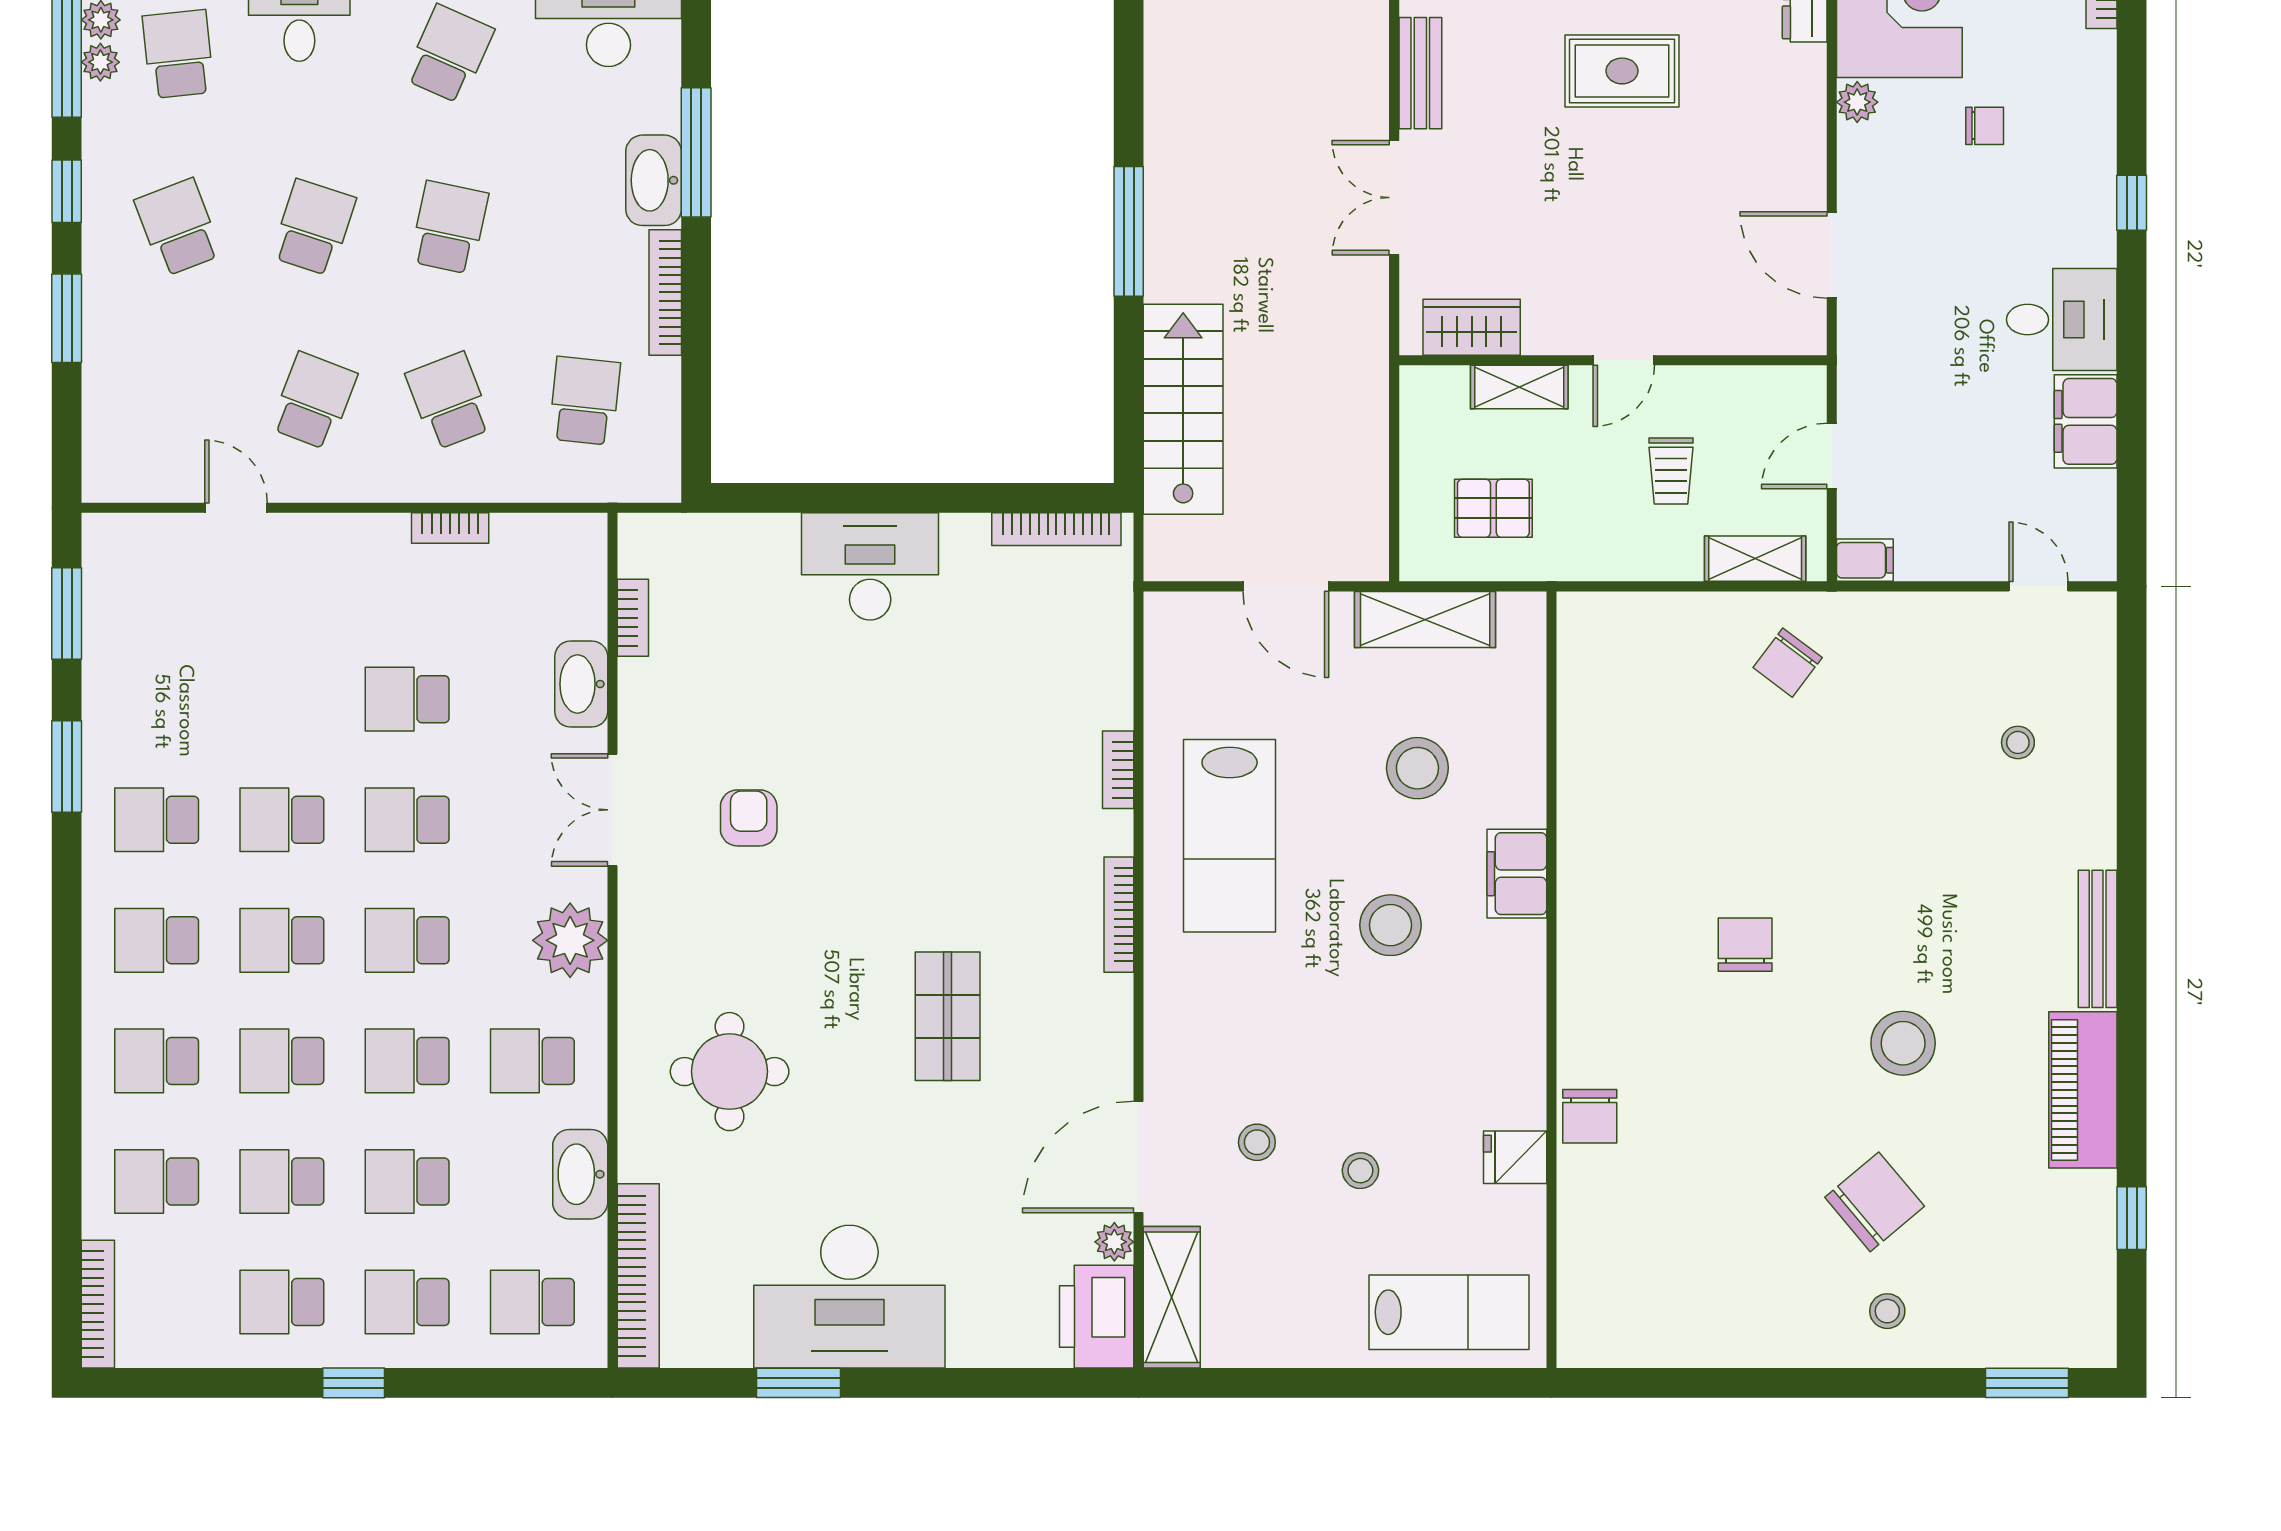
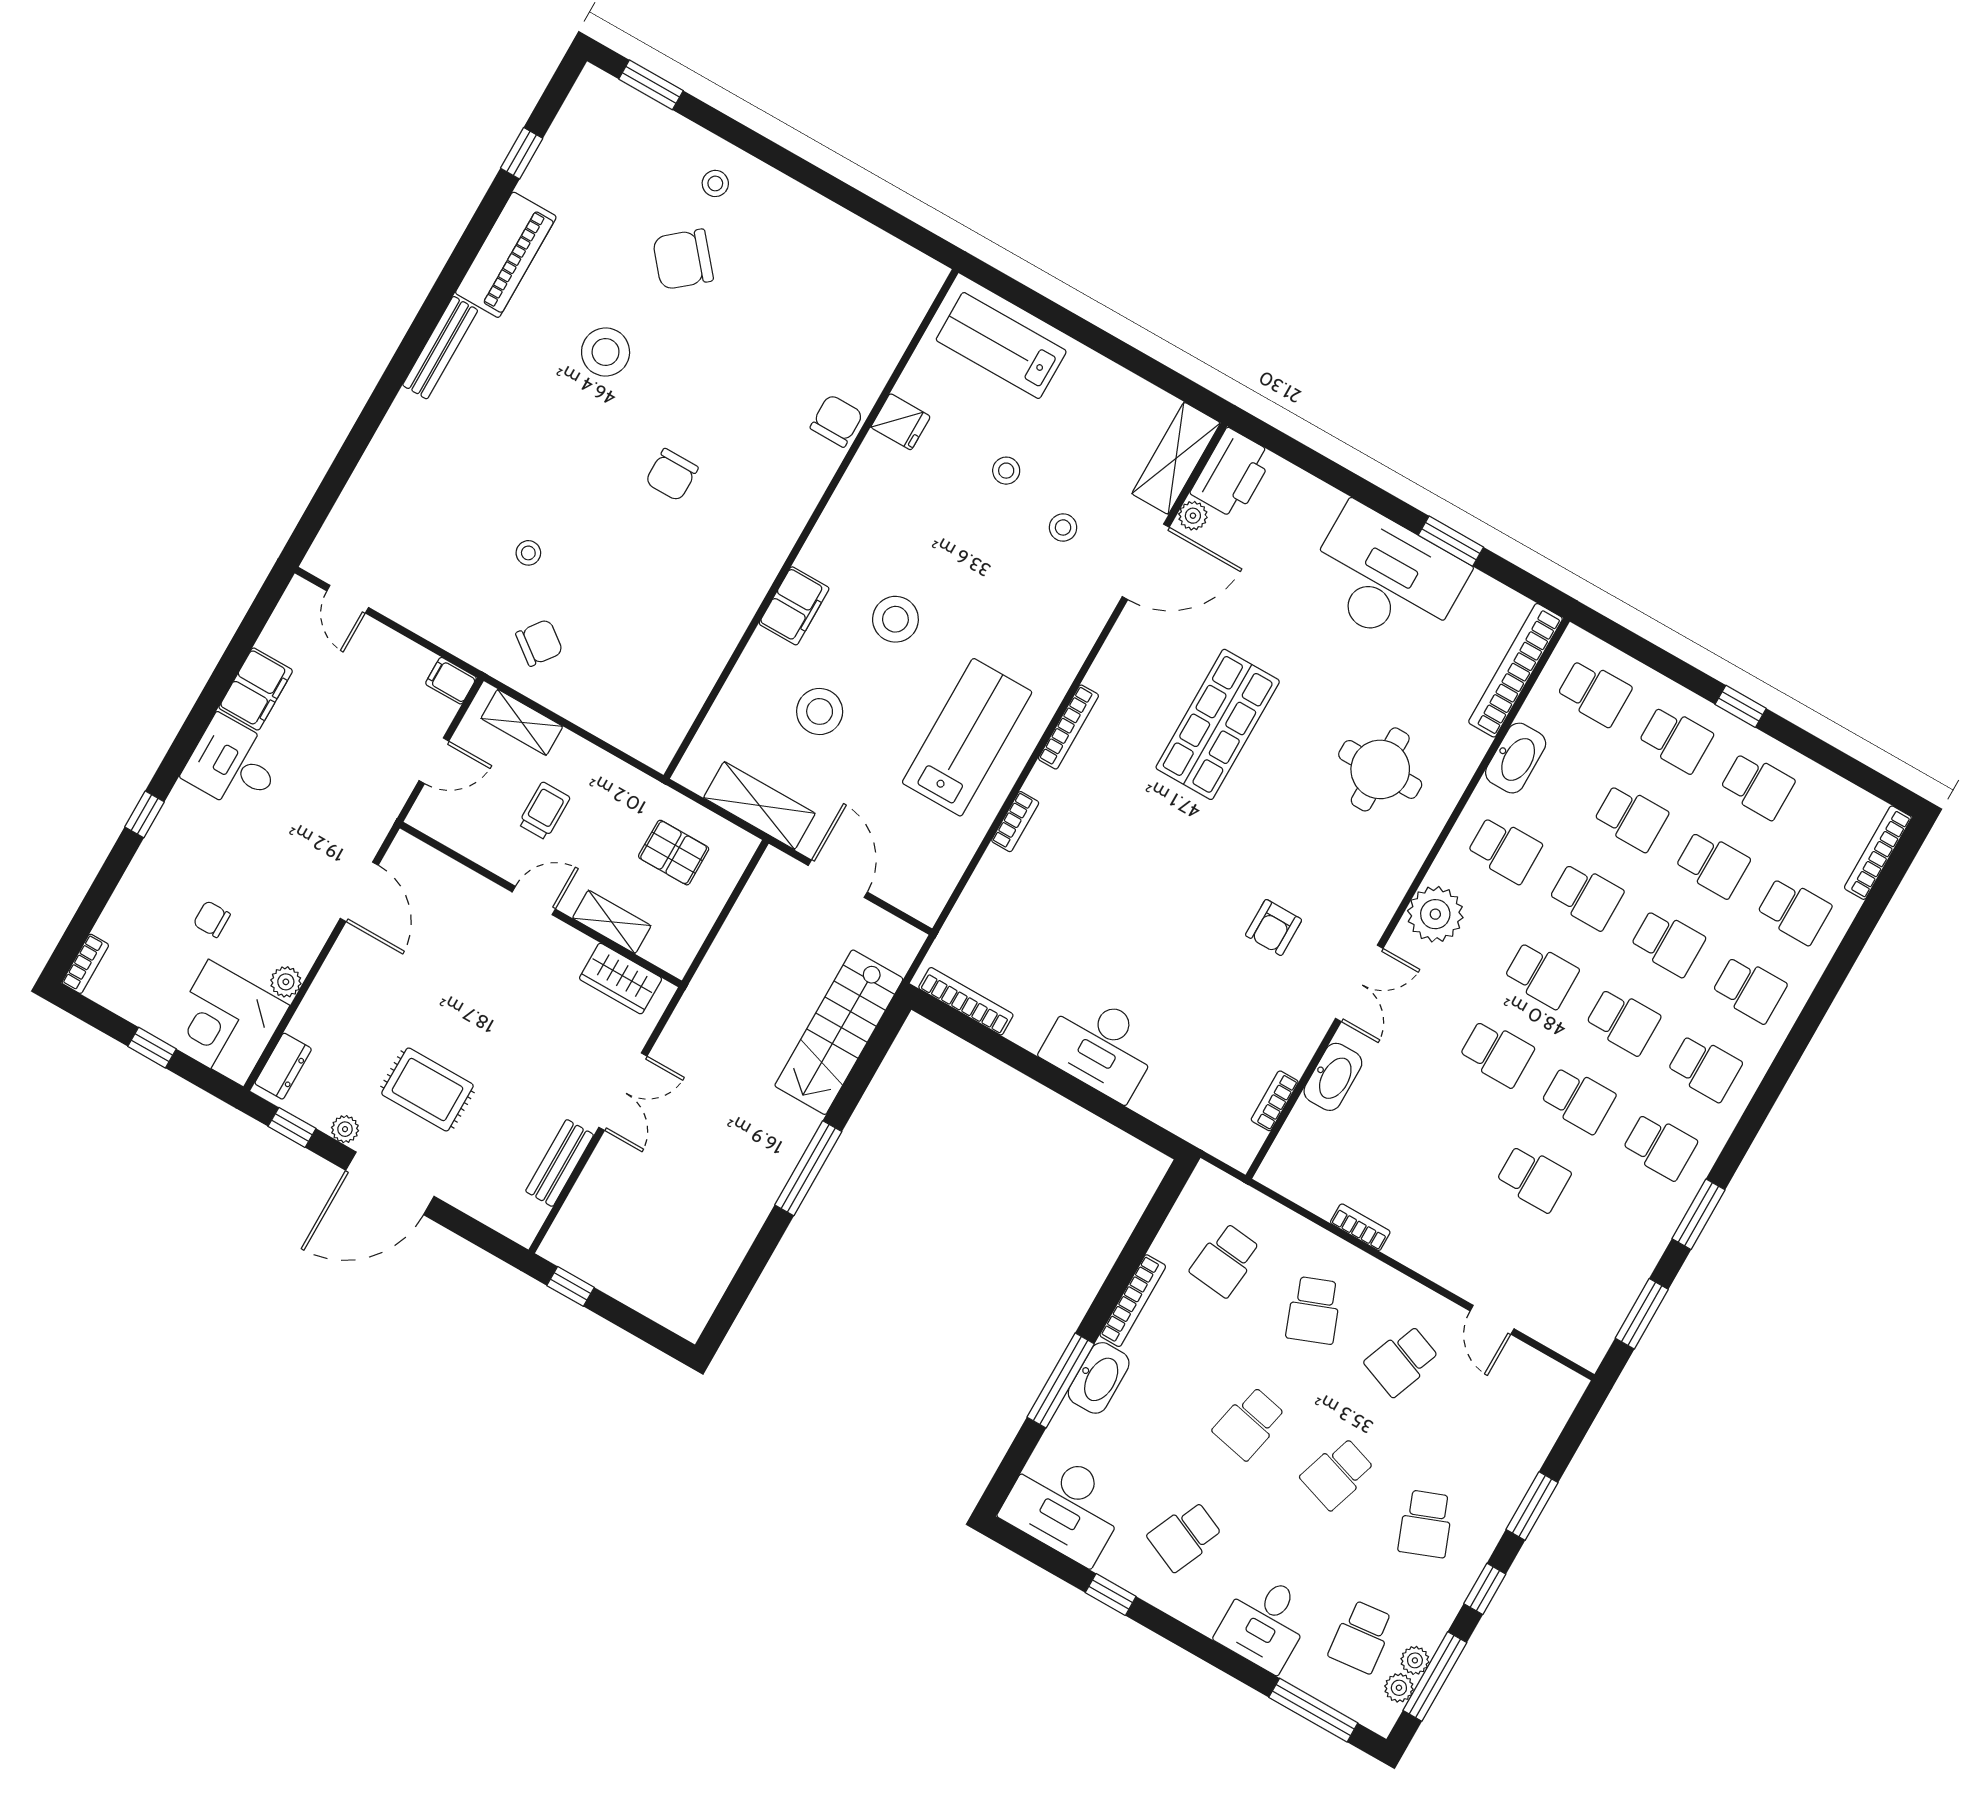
school desk: (407, 699) -> (1533, 1178), moved
stool: (2018, 742) -> (528, 553), moved
shop shelf: (948, 1016) -> (1218, 724), width x1.43, depth x1.36

